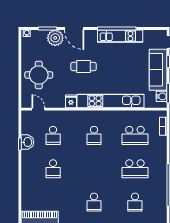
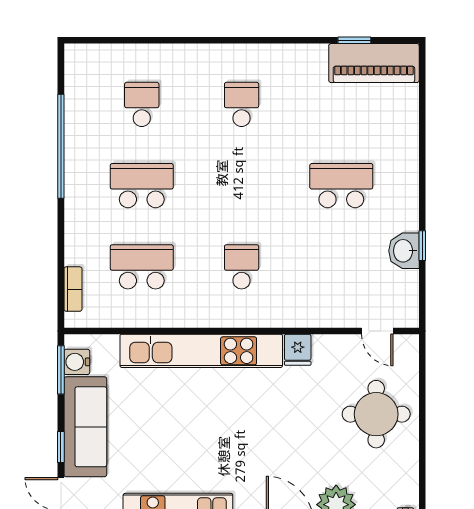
cafe table: (84, 67) -> (267, 435), removed
school desk: (53, 135) -> (341, 267), removed
school desk: (53, 169) -> (341, 186), width x1.85

